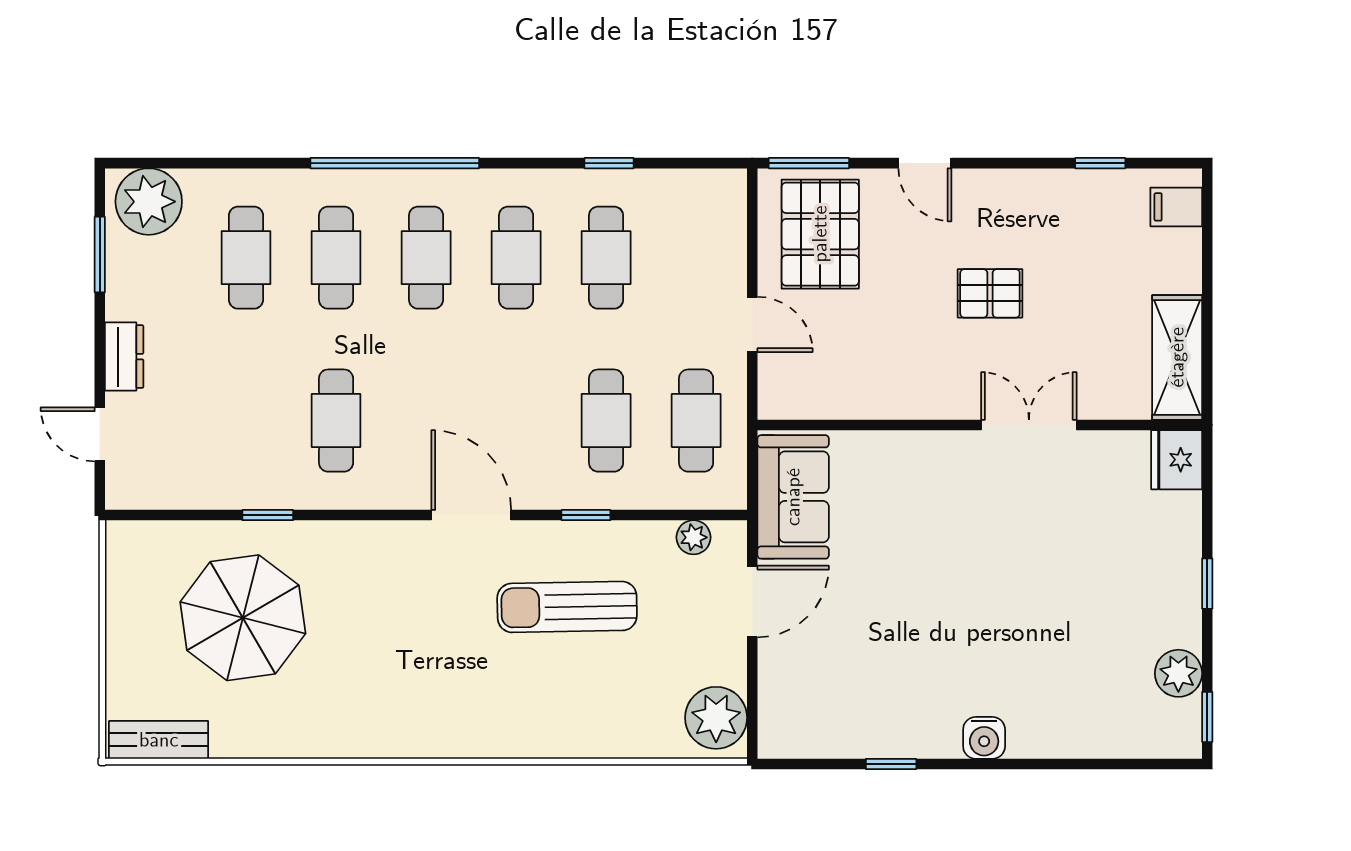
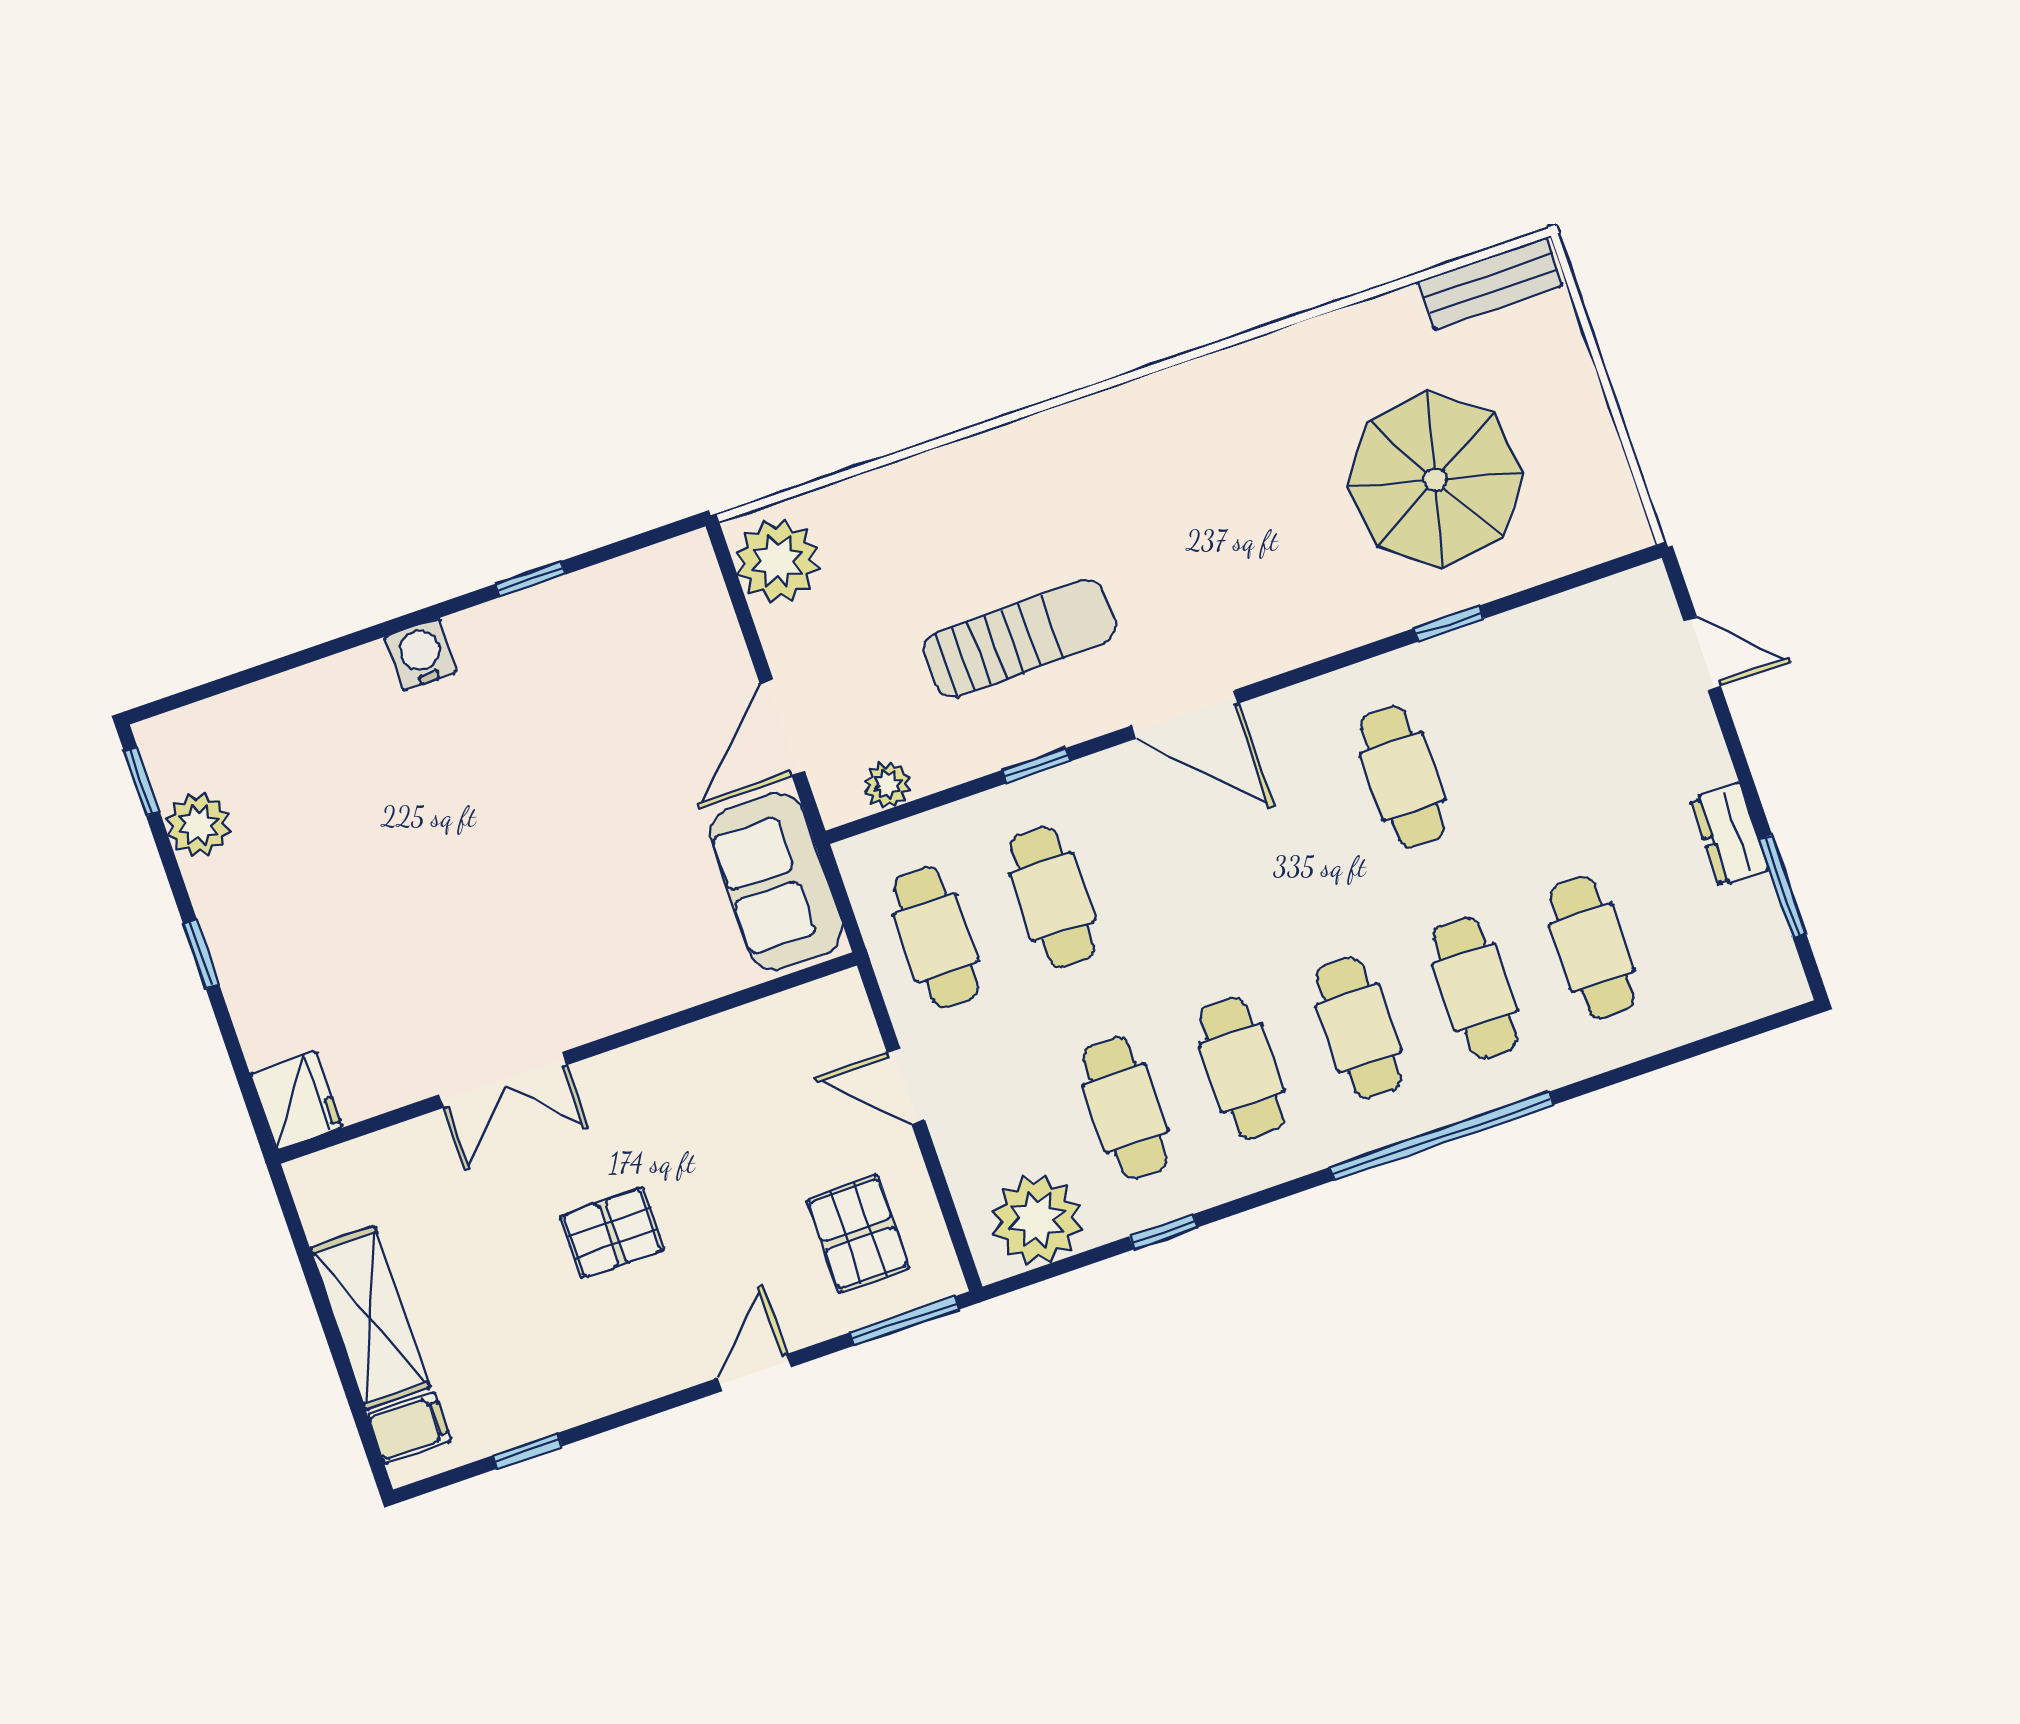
door: (925, 163) -> (754, 1373), hinge flipped
plant: (149, 202) -> (1037, 1220), moved
pallet: (820, 234) -> (858, 1234), width x0.67, depth x0.71
dresser: (124, 357) -> (1729, 835), moved
shelving: (1177, 357) -> (370, 1318), moved

